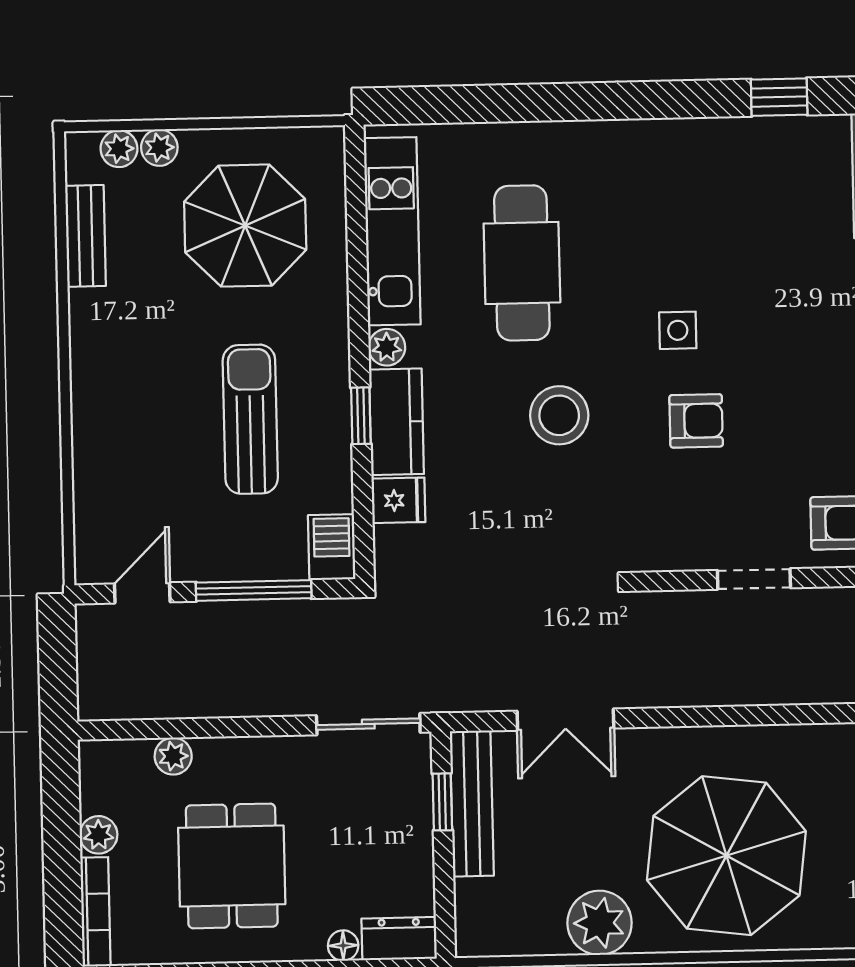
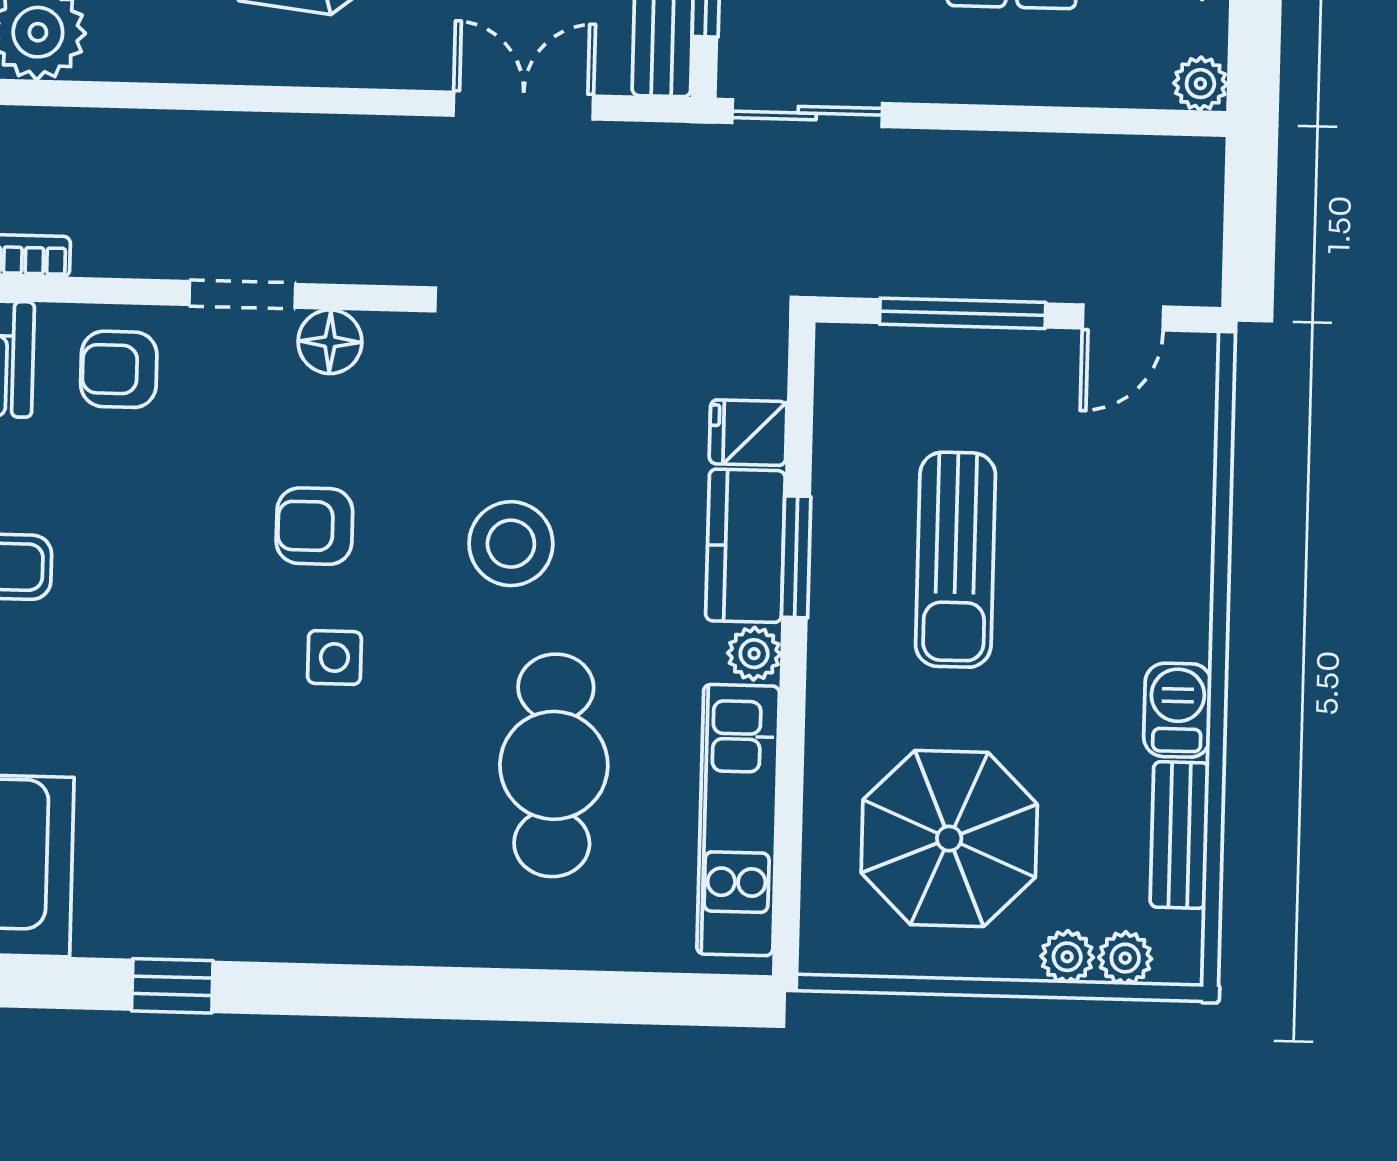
window: (361, 416) -> (796, 557), width x1.50
barbecue: (332, 547) -> (1177, 710), moved, turned 180
floor lamp: (692, 549) -> (330, 342), added
plant: (173, 756) -> (1200, 84), moved

